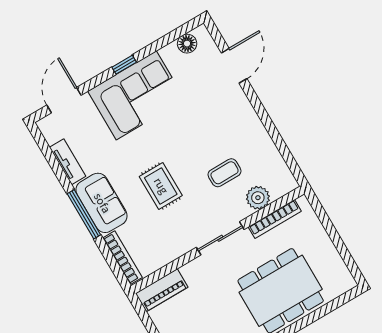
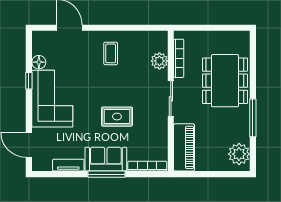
floor lamp: (187, 44) -> (39, 62), moved
window: (124, 65) -> (29, 81), moved
coffee table: (225, 173) -> (111, 53), moved
piano: (162, 290) -> (184, 147), width x1.37, depth x1.33

